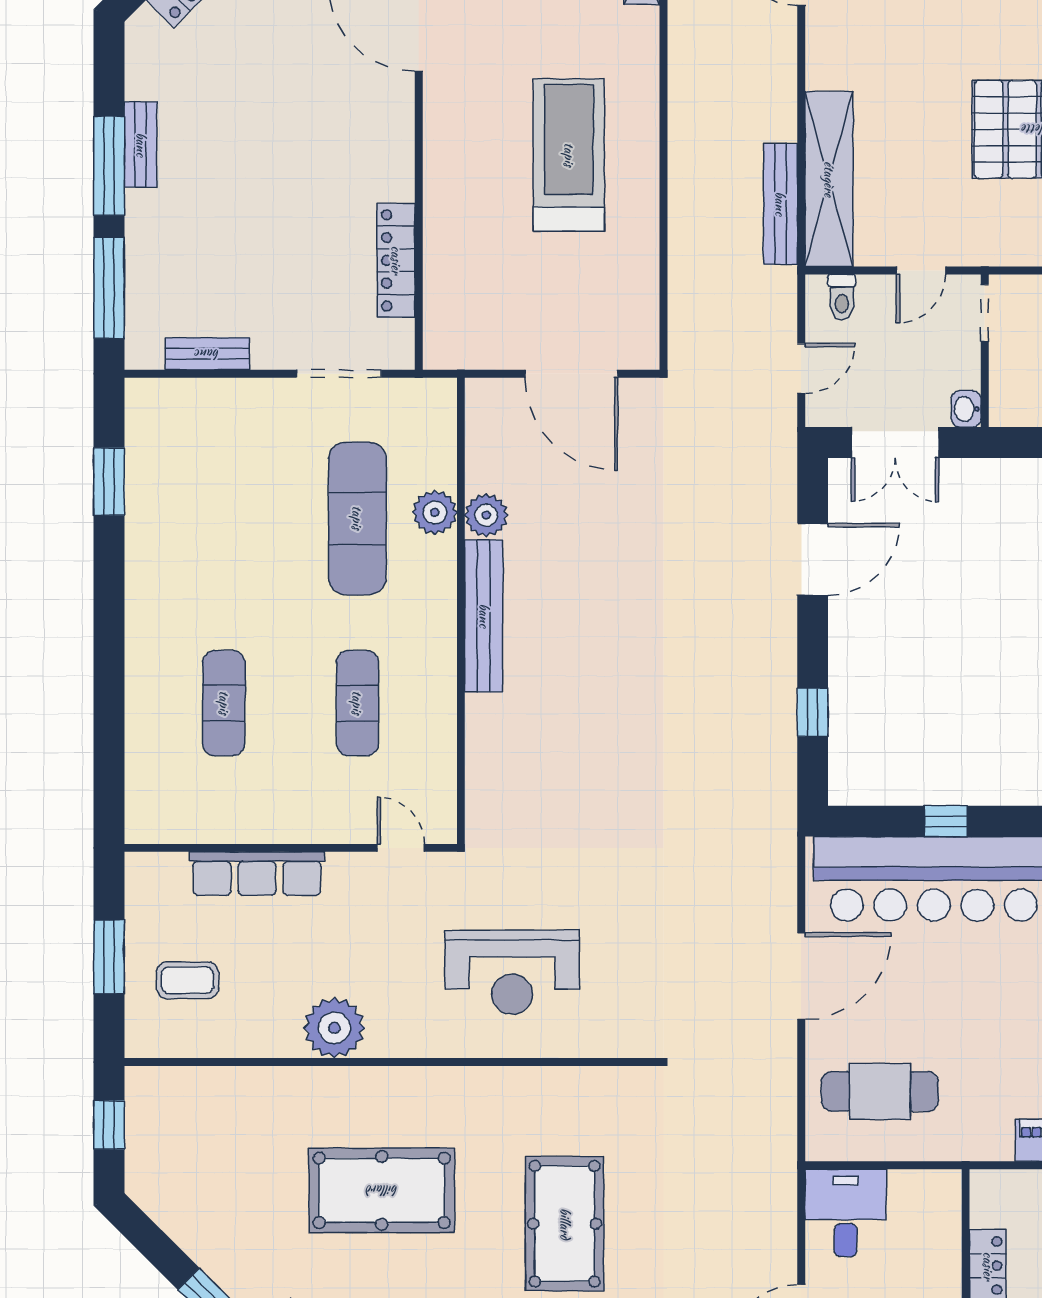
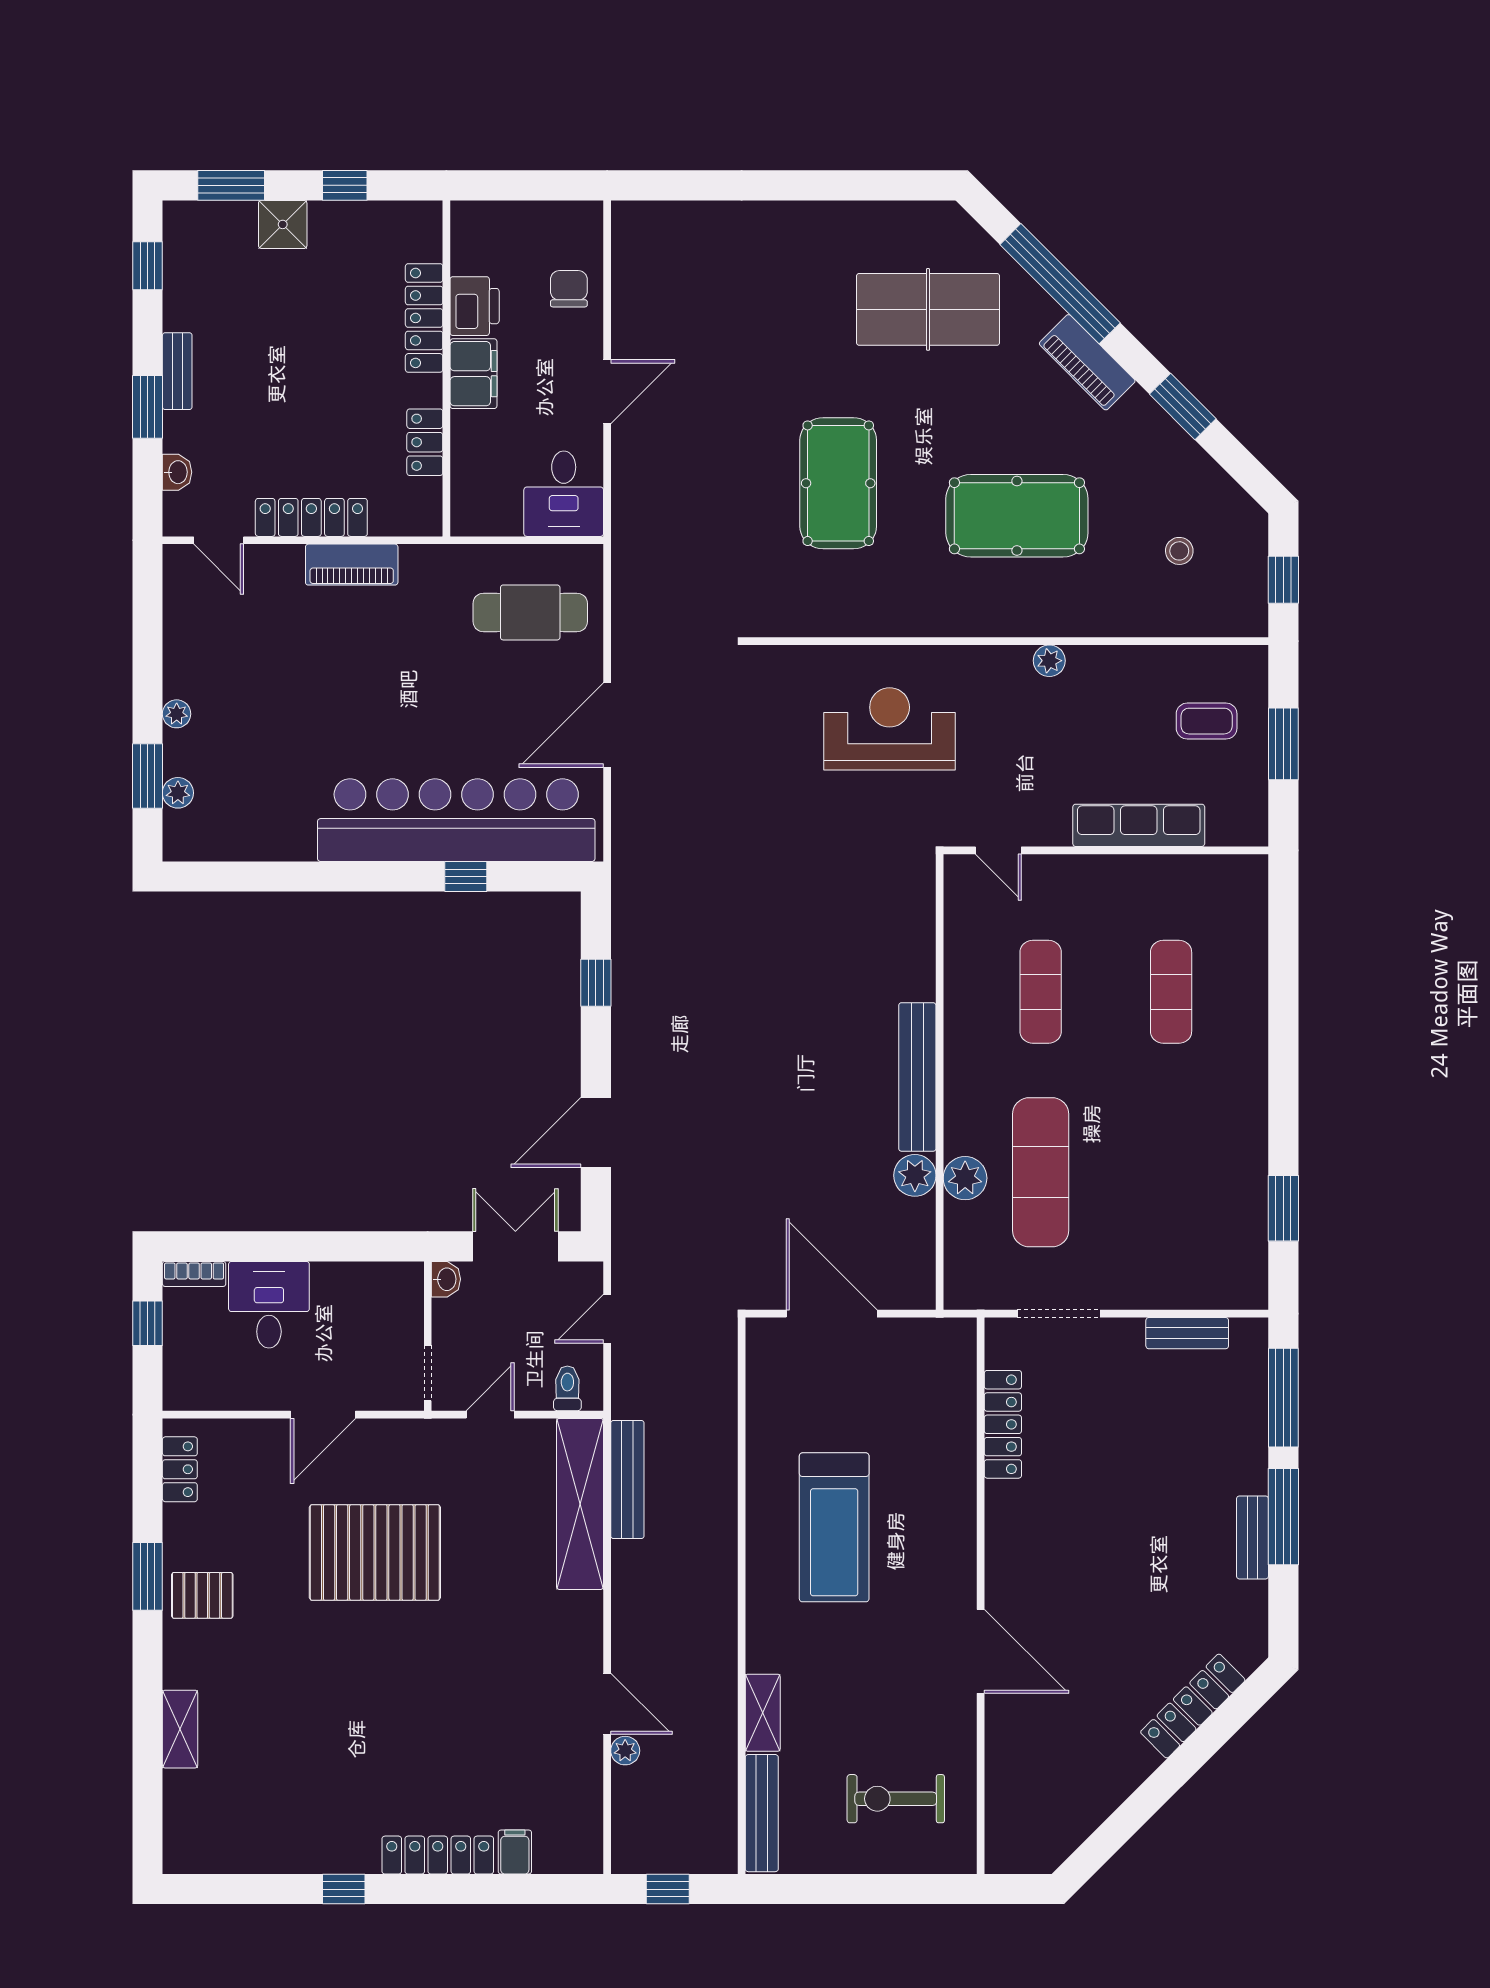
plant: (334, 1028) -> (1049, 661), width x0.53, depth x0.53
stool: (215, 1154) -> (1179, 551), added

